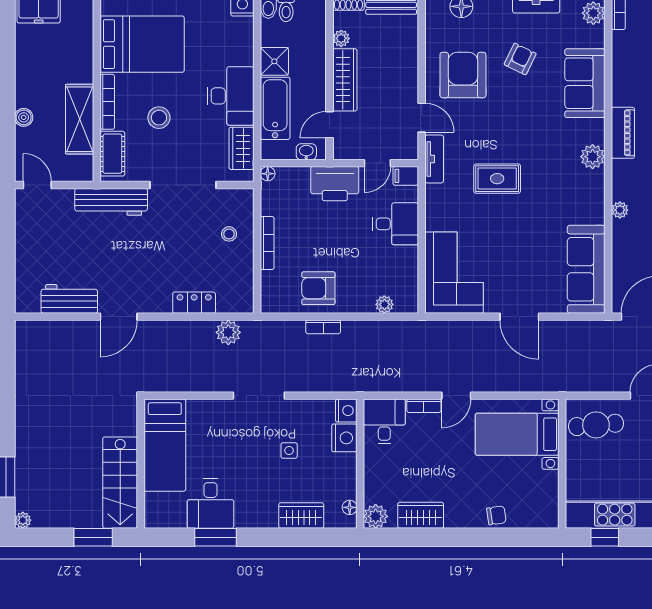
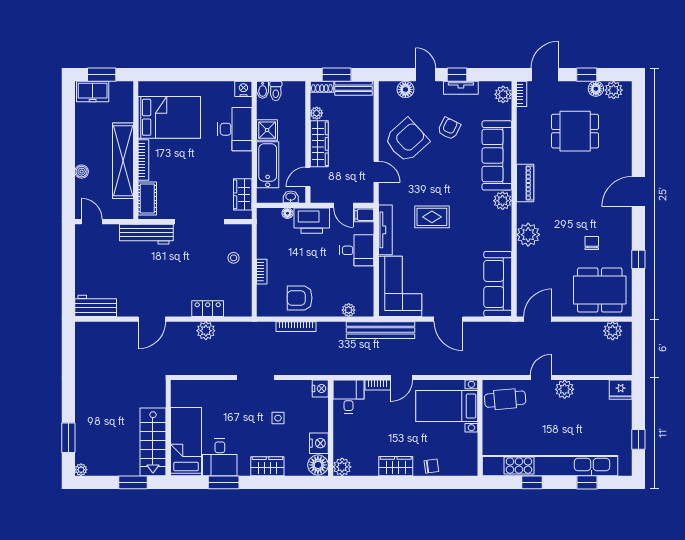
armchair: (463, 75) -> (407, 140), turned 48
sofa: (585, 83) -> (497, 155), width x1.36
desk: (231, 96) -> (235, 129), moved
stool: (159, 118) -> (182, 172), removed
shelving: (80, 119) -> (123, 161), width x1.47
tv unit: (434, 159) -> (385, 230), moved, width x1.41
door: (377, 163) -> (343, 205), hinge flipped
floor lamp: (268, 174) -> (287, 213), moved
plant: (620, 210) -> (528, 235), width x1.87, depth x1.87
bookcase: (267, 243) -> (262, 272), width x0.64
workbench: (69, 299) -> (96, 306), moved
bookcase: (323, 327) -> (296, 327), width x1.56
bench: (428, 331) -> (380, 330), added
plant: (228, 332) -> (206, 331), moved
nightstand: (344, 438) -> (319, 443), moved
bed: (165, 445) -> (186, 442), moved, turned 180
floor lamp: (350, 507) -> (318, 465), width x1.89, depth x1.89
wardrobe: (421, 515) -> (396, 466), moved
wardrobe: (301, 516) -> (267, 466), moved
window: (605, 537) -> (532, 482), moved

